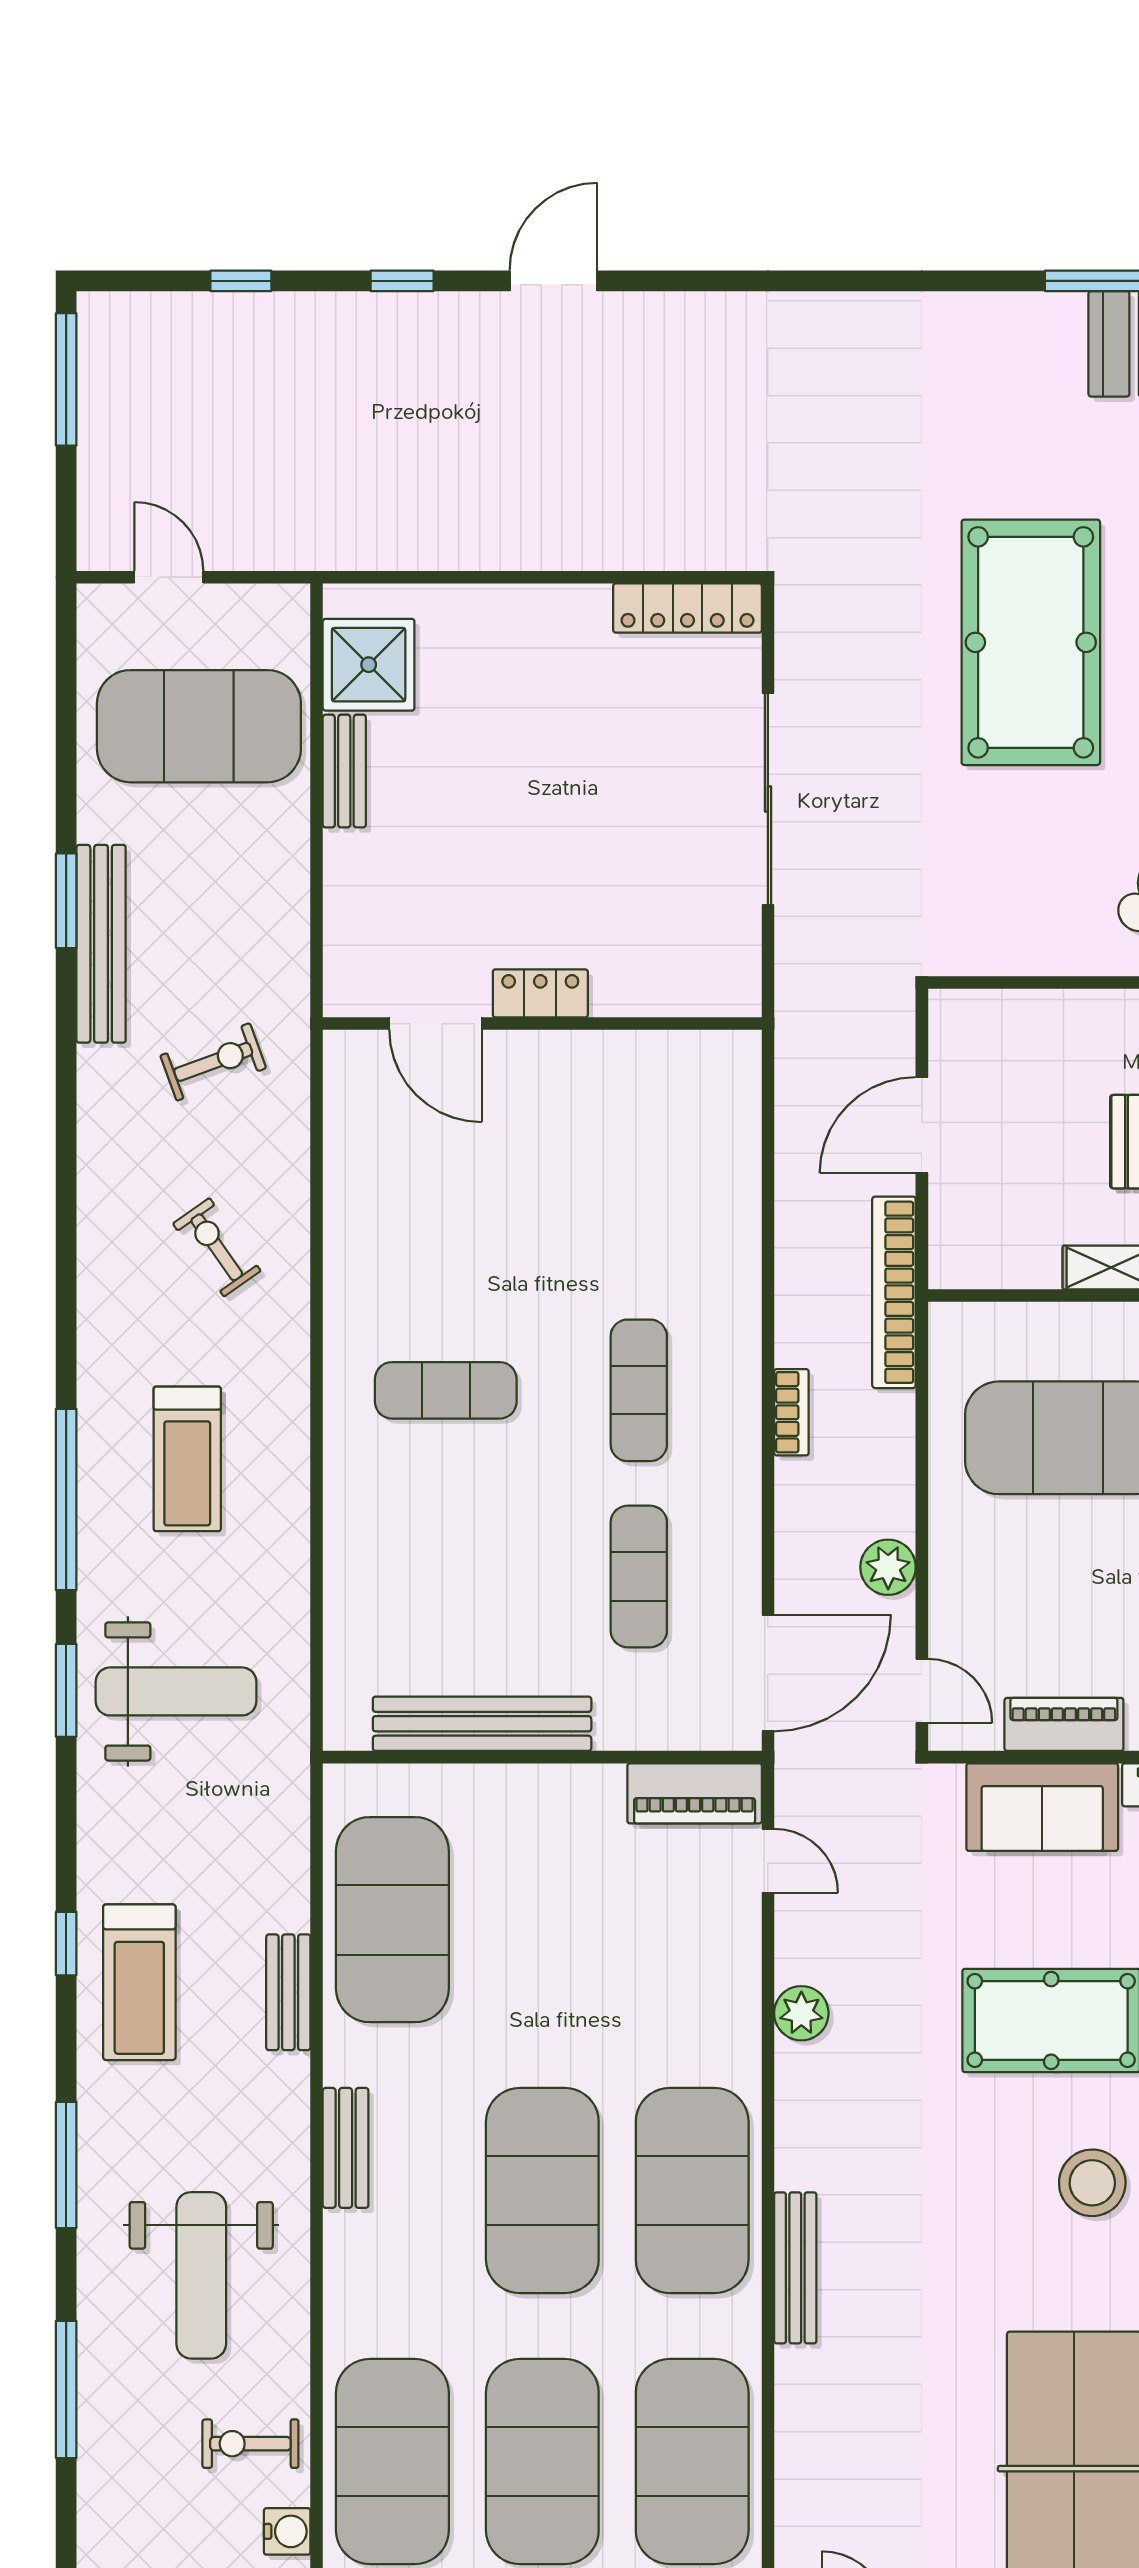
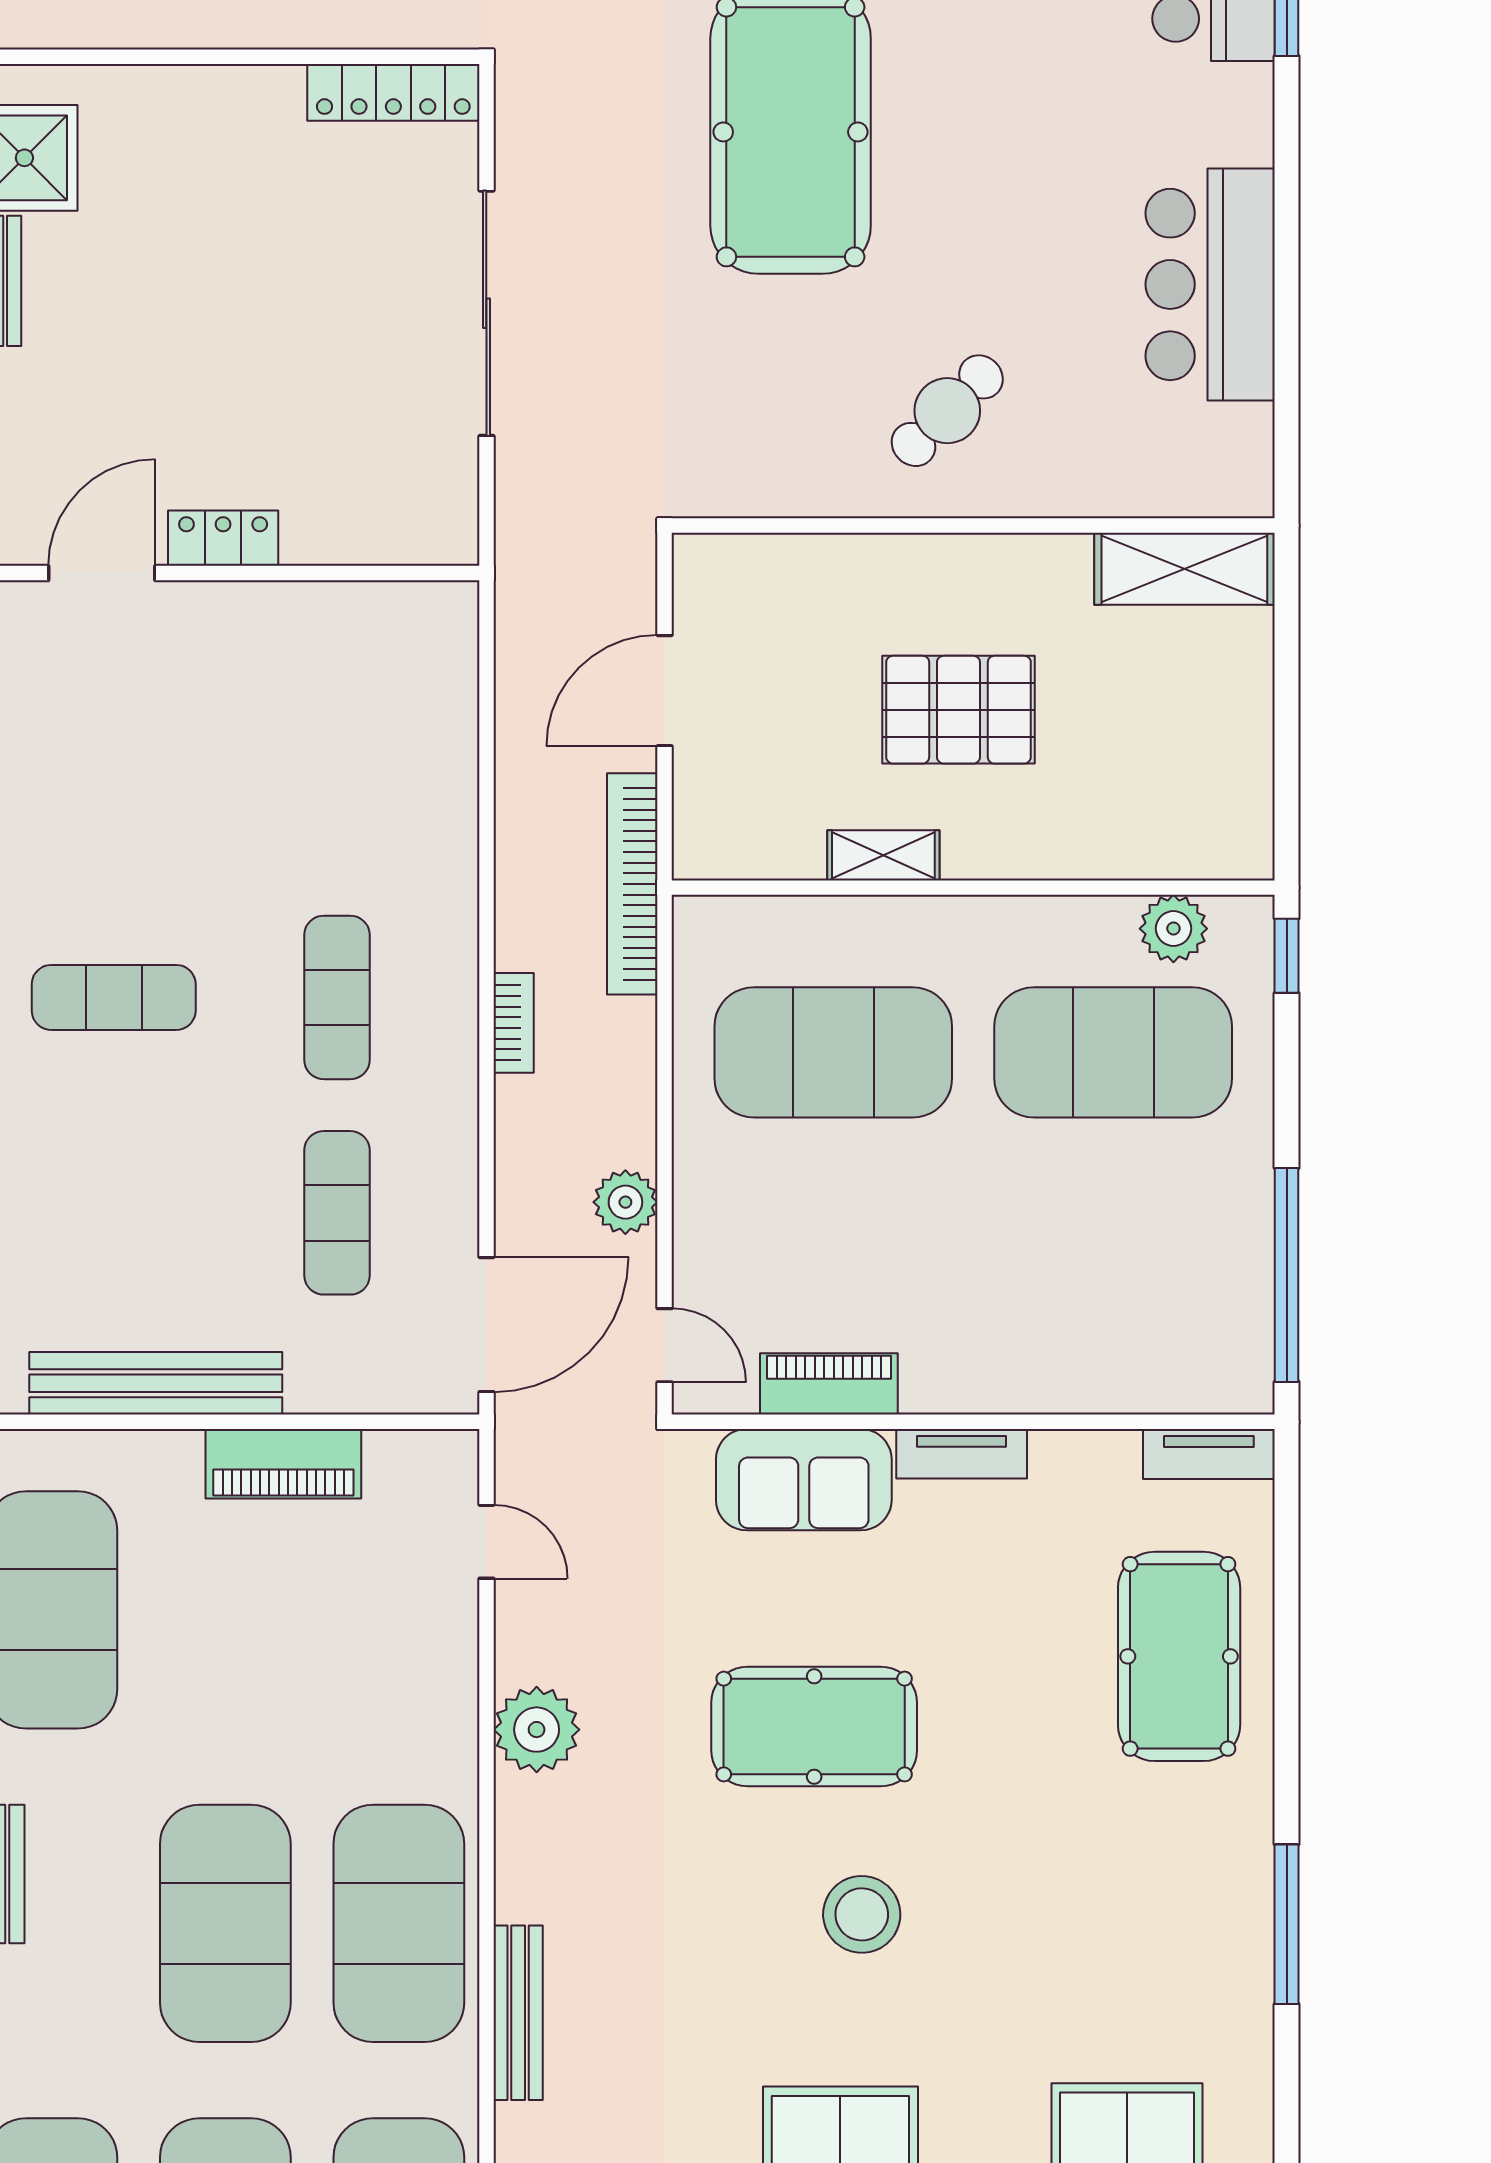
door: (435, 1024) -> (102, 573), swing flipped
piano: (695, 1793) -> (283, 1464), moved
plant: (801, 2013) -> (537, 1730), width x1.36, depth x1.36

